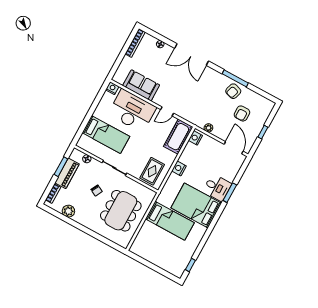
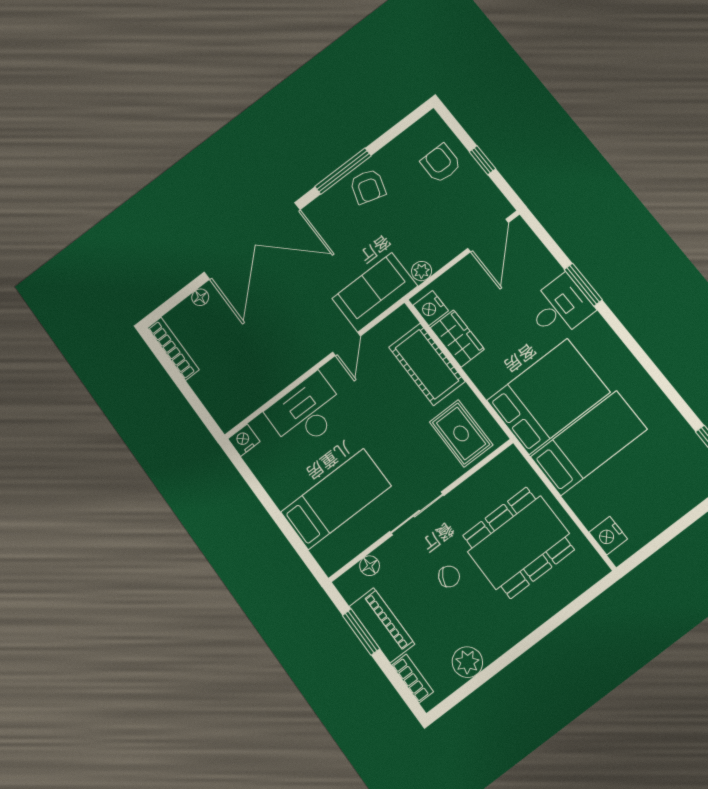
double door: (192, 55) -> (252, 241), width x1.36
sofa: (141, 85) -> (375, 292), moved
desk: (132, 111) -> (306, 412), width x0.73, depth x0.77
armchair: (242, 113) -> (441, 163), moved, turned 180
cot: (178, 137) -> (427, 364), moved
door: (234, 148) -> (488, 235), swing flipped
wardrobe: (188, 154) -> (457, 338), added
nightstand: (179, 168) -> (608, 536), moved
bed: (196, 205) -> (548, 396), moved, turned 180
dining table: (121, 211) -> (518, 543), turned 90

